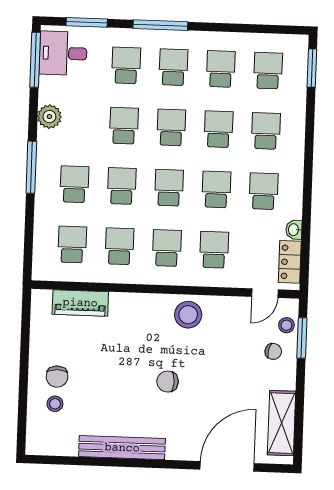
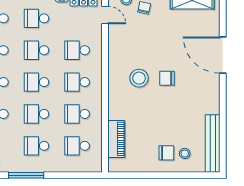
stool: (188, 315) -> (139, 78), moved
chair: (168, 382) -> (167, 78), turned 90
bench: (122, 448) -> (213, 143), moved
door: (227, 466) -> (223, 55), moved

